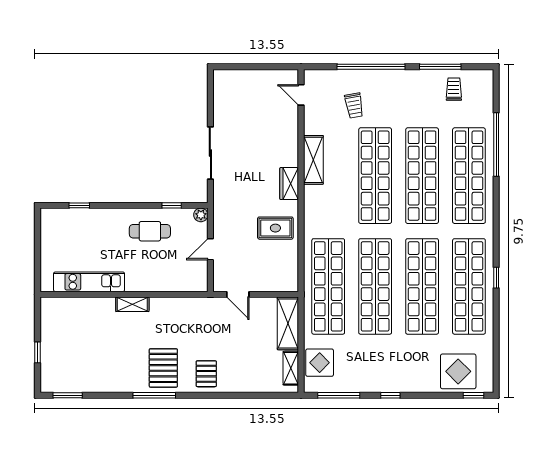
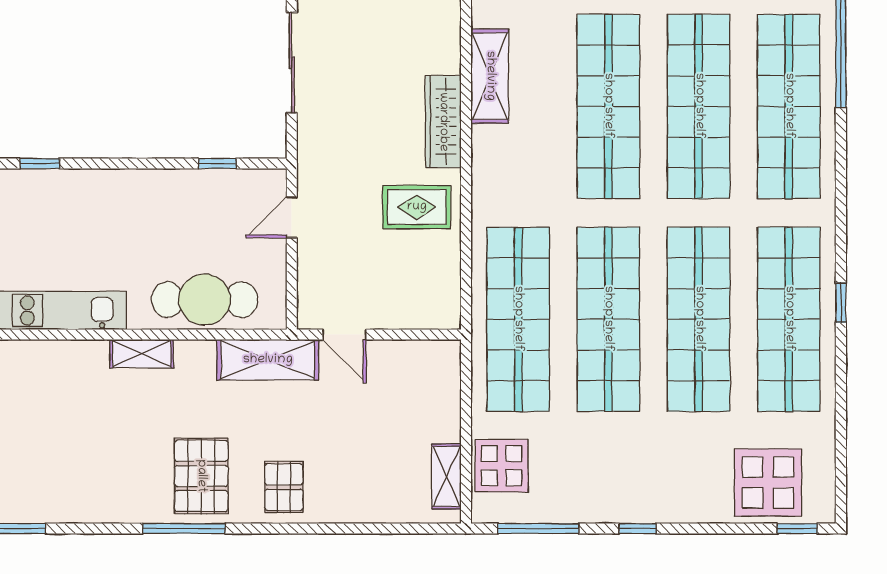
wardrobe: (289, 184) -> (443, 122), width x1.50
plant: (201, 215) -> (273, 182), removed
cafe table: (150, 231) -> (204, 300), moved, width x1.37, depth x1.35
door: (210, 249) -> (292, 217), moved
shelving: (288, 323) -> (268, 360), moved, turned 90

